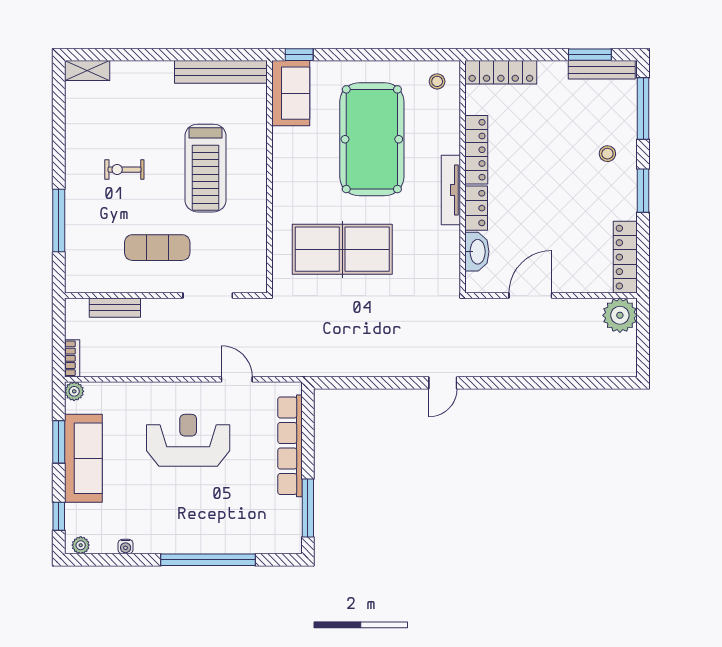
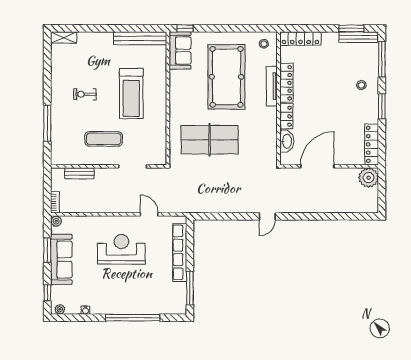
tv unit: (451, 190) -> (272, 86), moved
door: (530, 296) -> (317, 166), width x1.36

